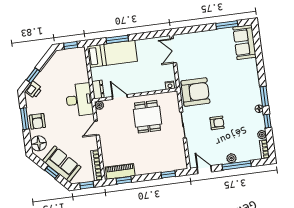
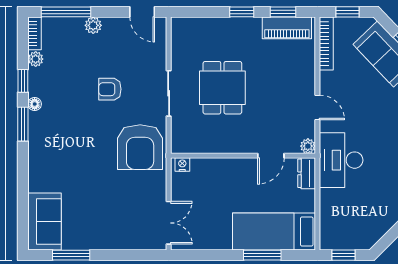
armchair: (195, 92) -> (140, 147), turned -90
door: (120, 97) -> (271, 156), hinge flipped
dining table: (148, 117) -> (222, 88), moved
door: (97, 128) -> (317, 107), hinge flipped
window: (237, 165) -> (66, 12), moved
window: (168, 174) -> (242, 12), moved

